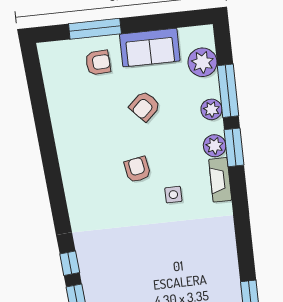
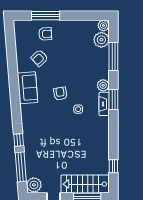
sofa: (150, 48) -> (28, 88), moved, turned -95
armchair: (145, 106) -> (40, 58), moved
plant: (211, 109) -> (104, 25), moved
window: (234, 147) -> (113, 99), moved

